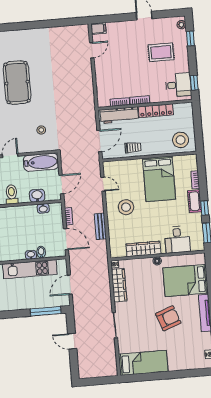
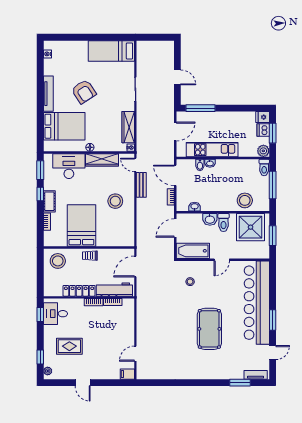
trolley: (133, 148) -> (90, 256), moved
door: (103, 184) -> (135, 165), moved
washbasin: (37, 196) -> (210, 219), moved
desk: (177, 240) -> (69, 166), width x1.37
armchair: (168, 318) -> (84, 92), turned -103

